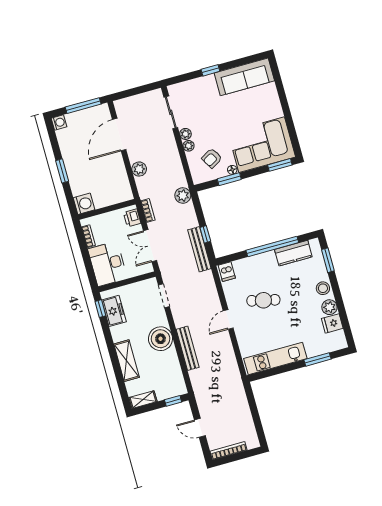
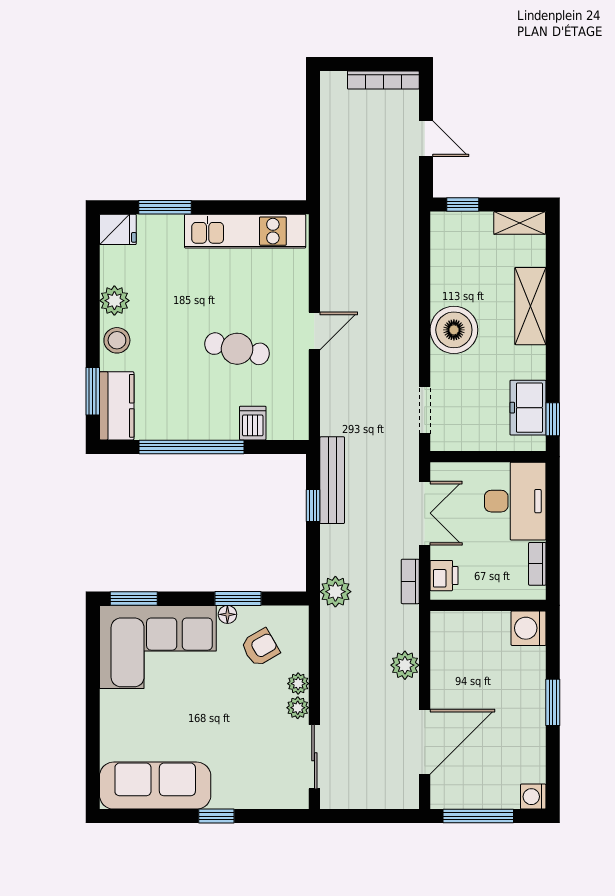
kitchen counter: (293, 253) -> (117, 406), moved, turned 90
dishwasher: (227, 272) -> (253, 423), moved
fridge: (332, 323) -> (118, 229), moved
bench: (188, 348) -> (407, 297), removed

